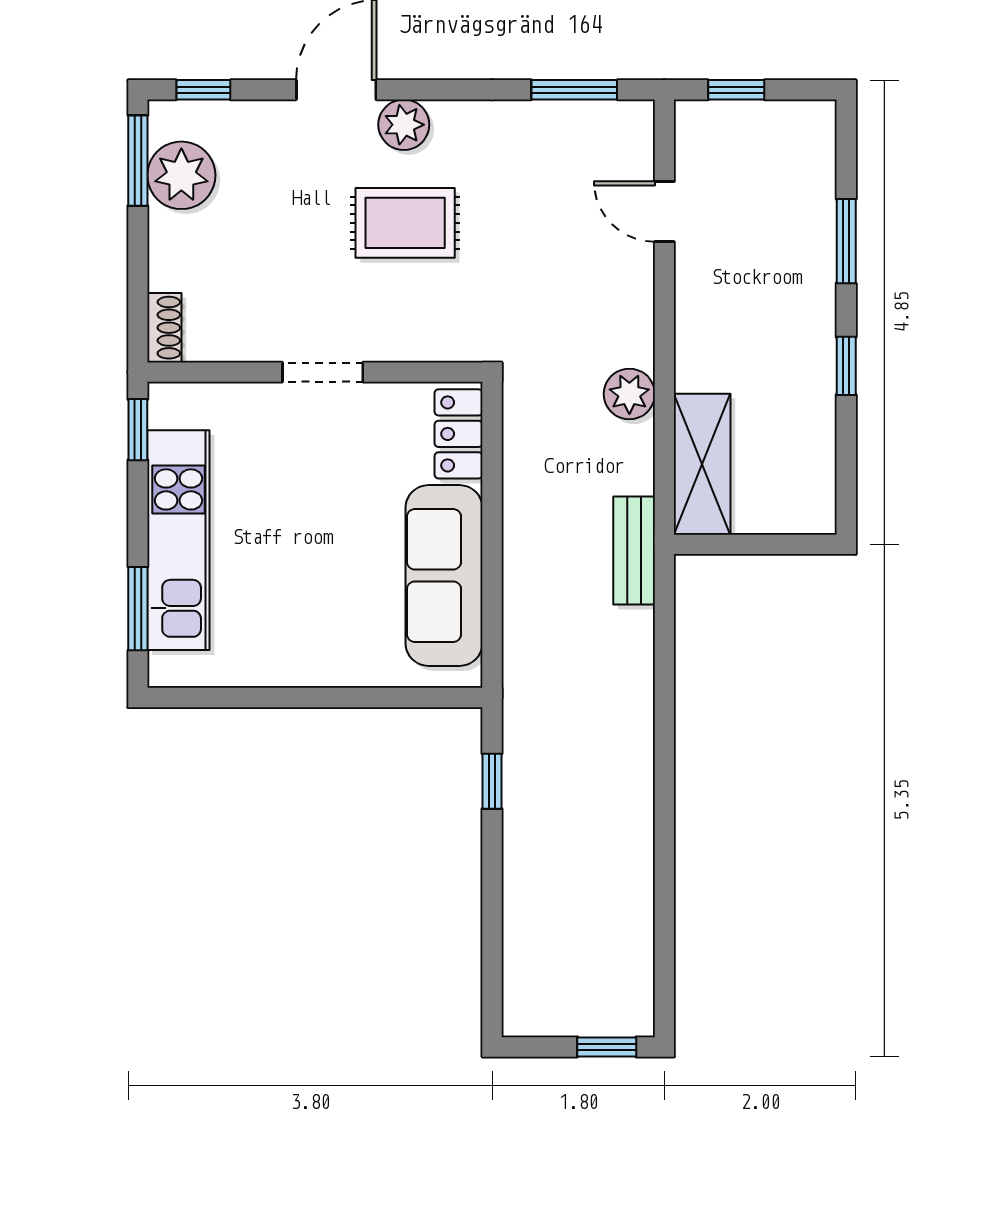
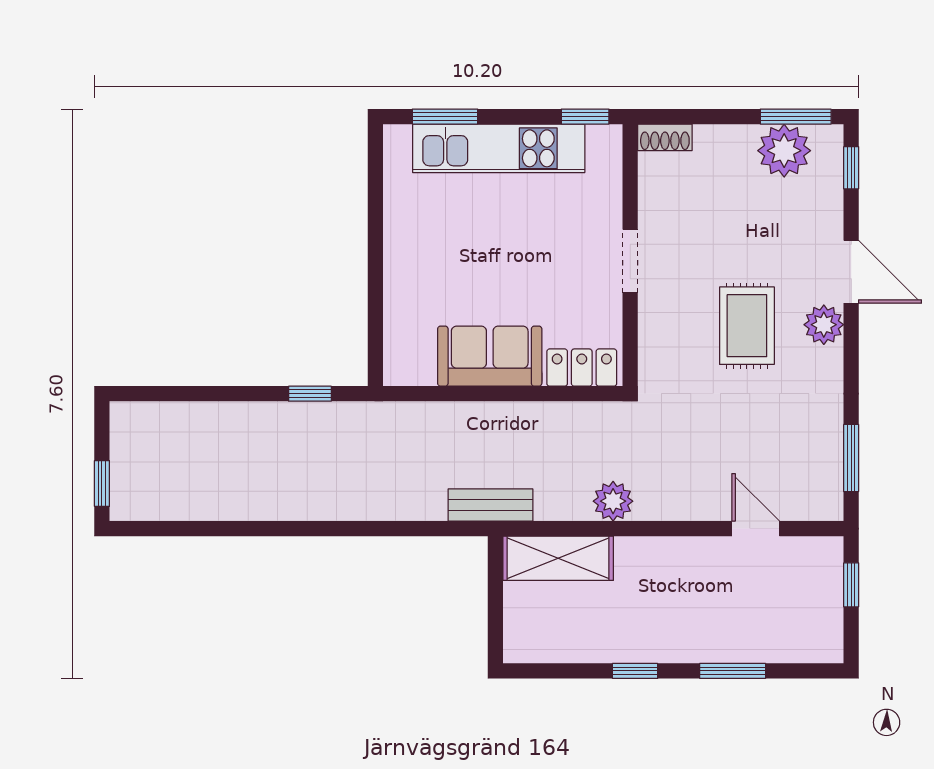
door: (664, 212) -> (756, 529), hinge flipped
sofa: (444, 576) -> (490, 356), width x0.73

